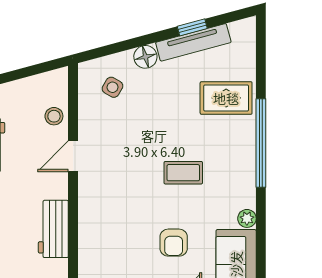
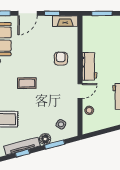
window: (126, 45) -> (55, 145), added
workbench: (53, 229) -> (90, 66), moved
armchair: (174, 243) -> (61, 59), moved

